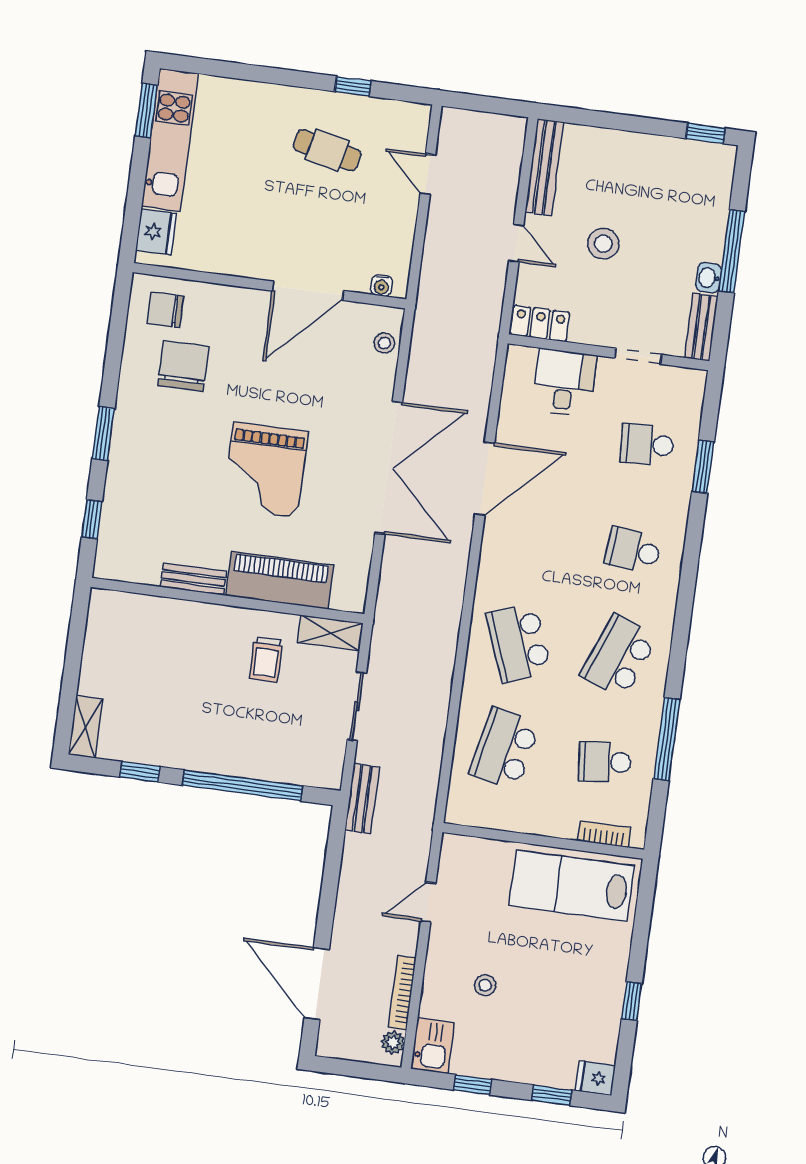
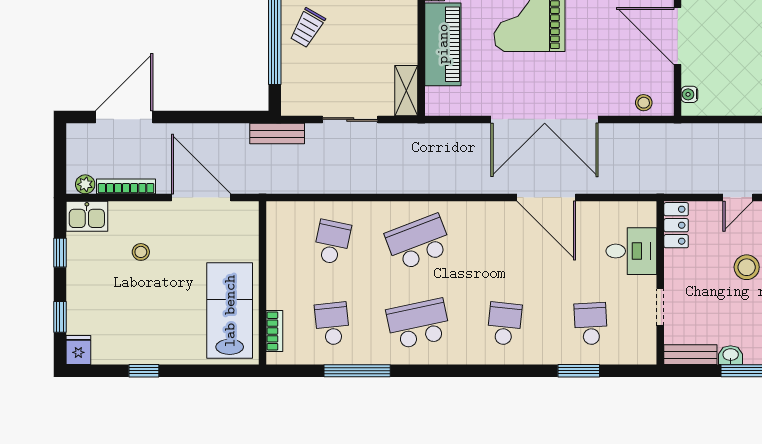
school desk: (619, 656) -> (418, 324), turned -33
trolley: (266, 659) -> (307, 28), moved, turned -60
school desk: (505, 749) -> (332, 242), width x0.54
door: (428, 902) -> (201, 198), width x1.88

